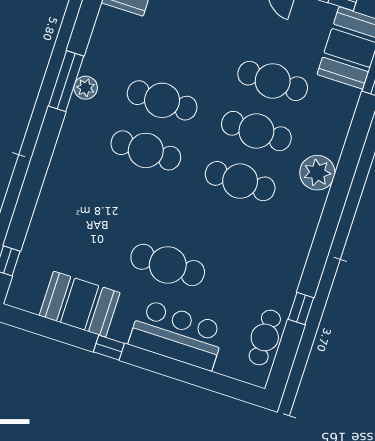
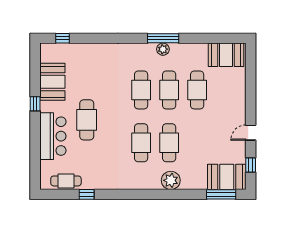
cafe table: (273, 81) -> (197, 90), moved
plant: (317, 173) -> (171, 180), moved

